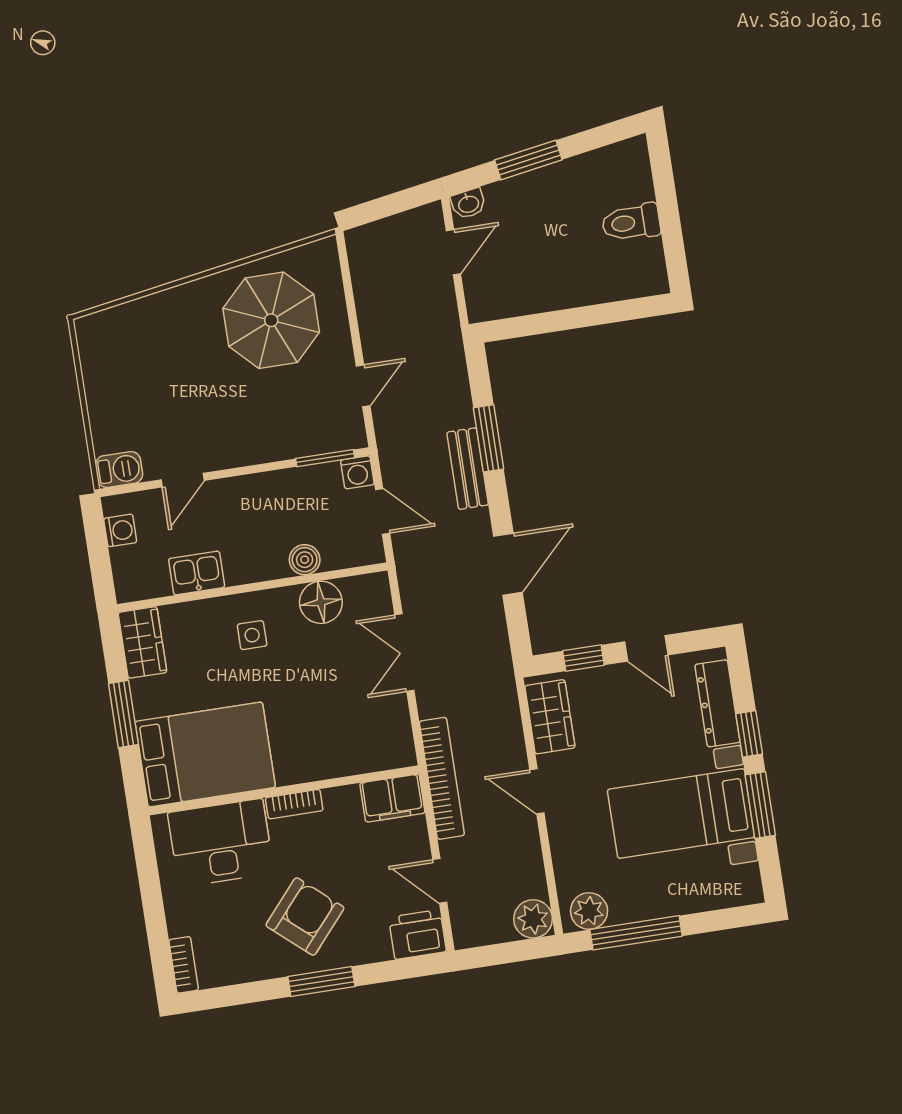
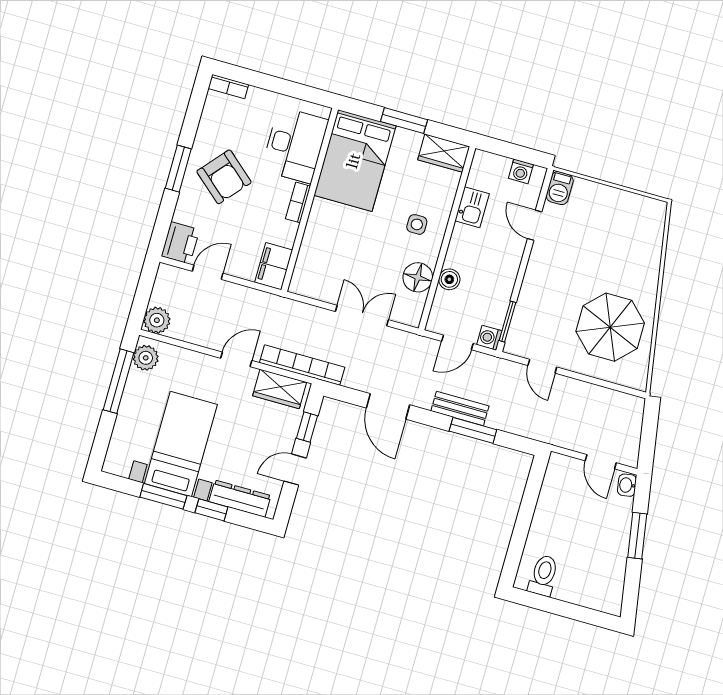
toilet: (631, 222) -> (543, 575), moved
bookcase: (442, 778) -> (302, 365), moved, turned 180

